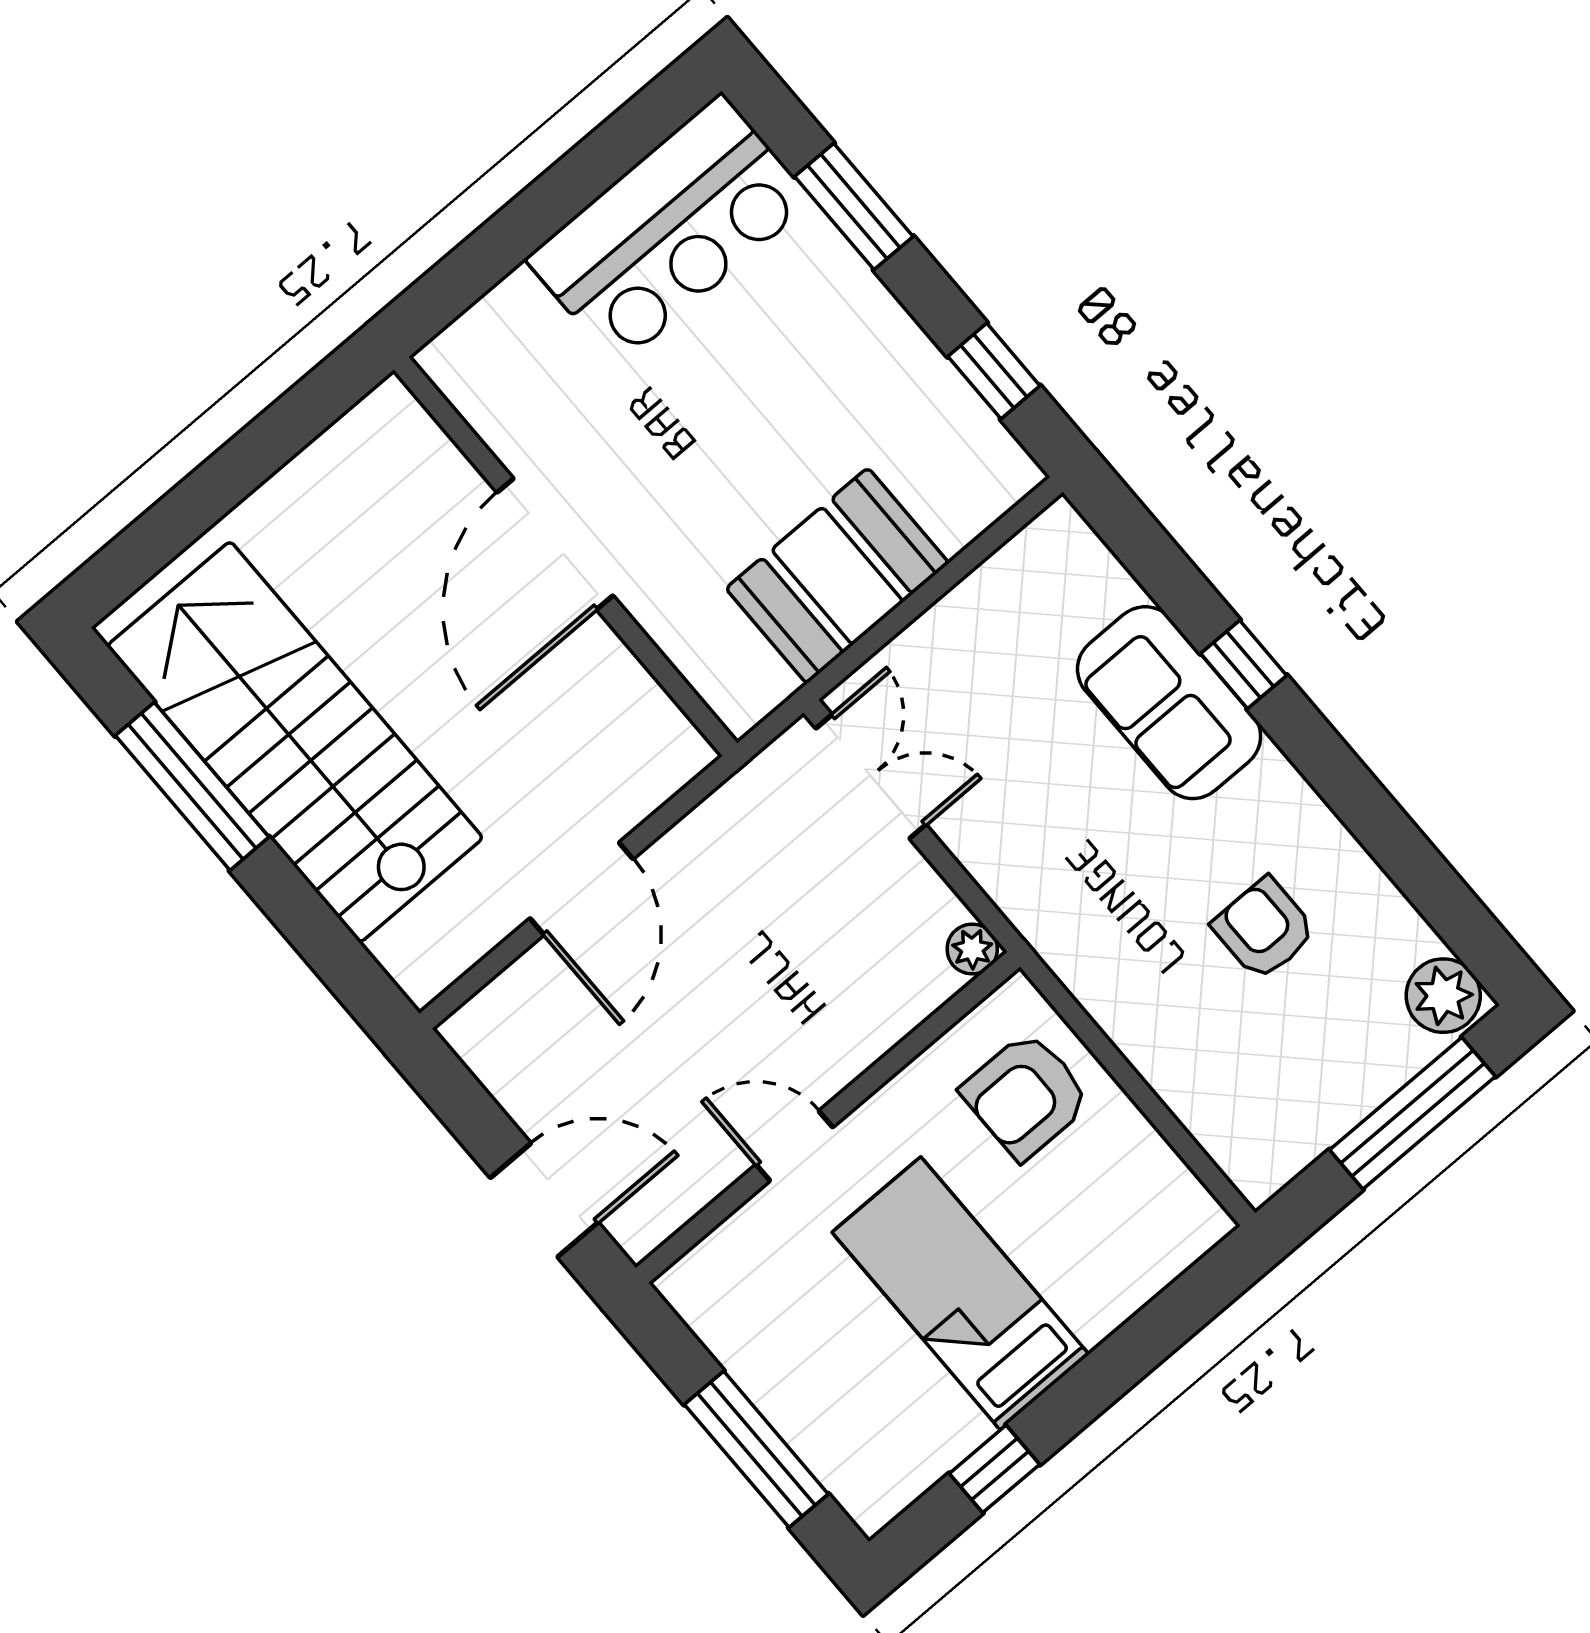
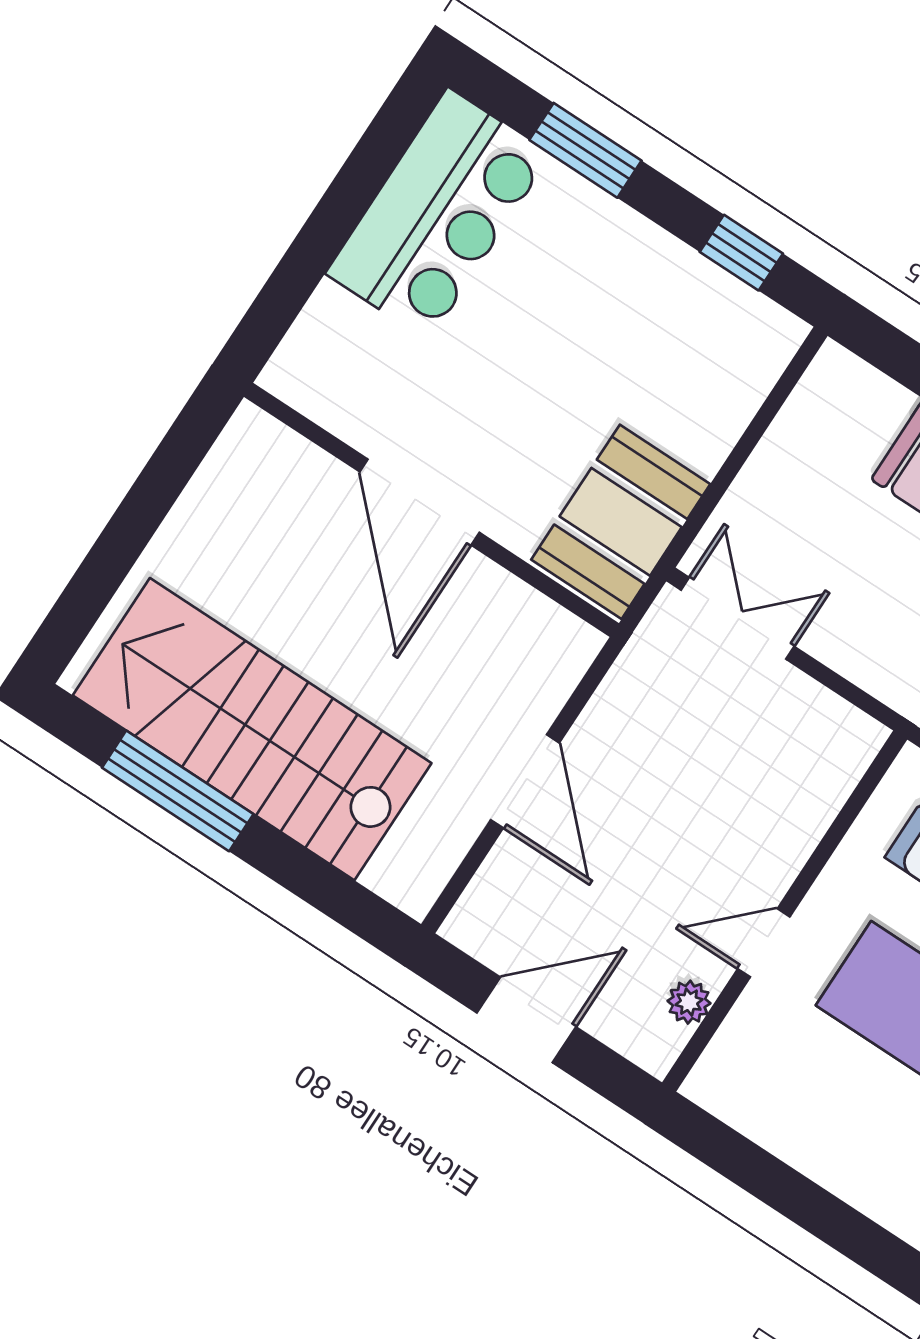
booth: (837, 576) -> (621, 522), moved
plant: (972, 949) -> (689, 1002), moved
door: (544, 1200) -> (526, 1020), moved
window: (756, 1449) -> (806, 1203), removed

